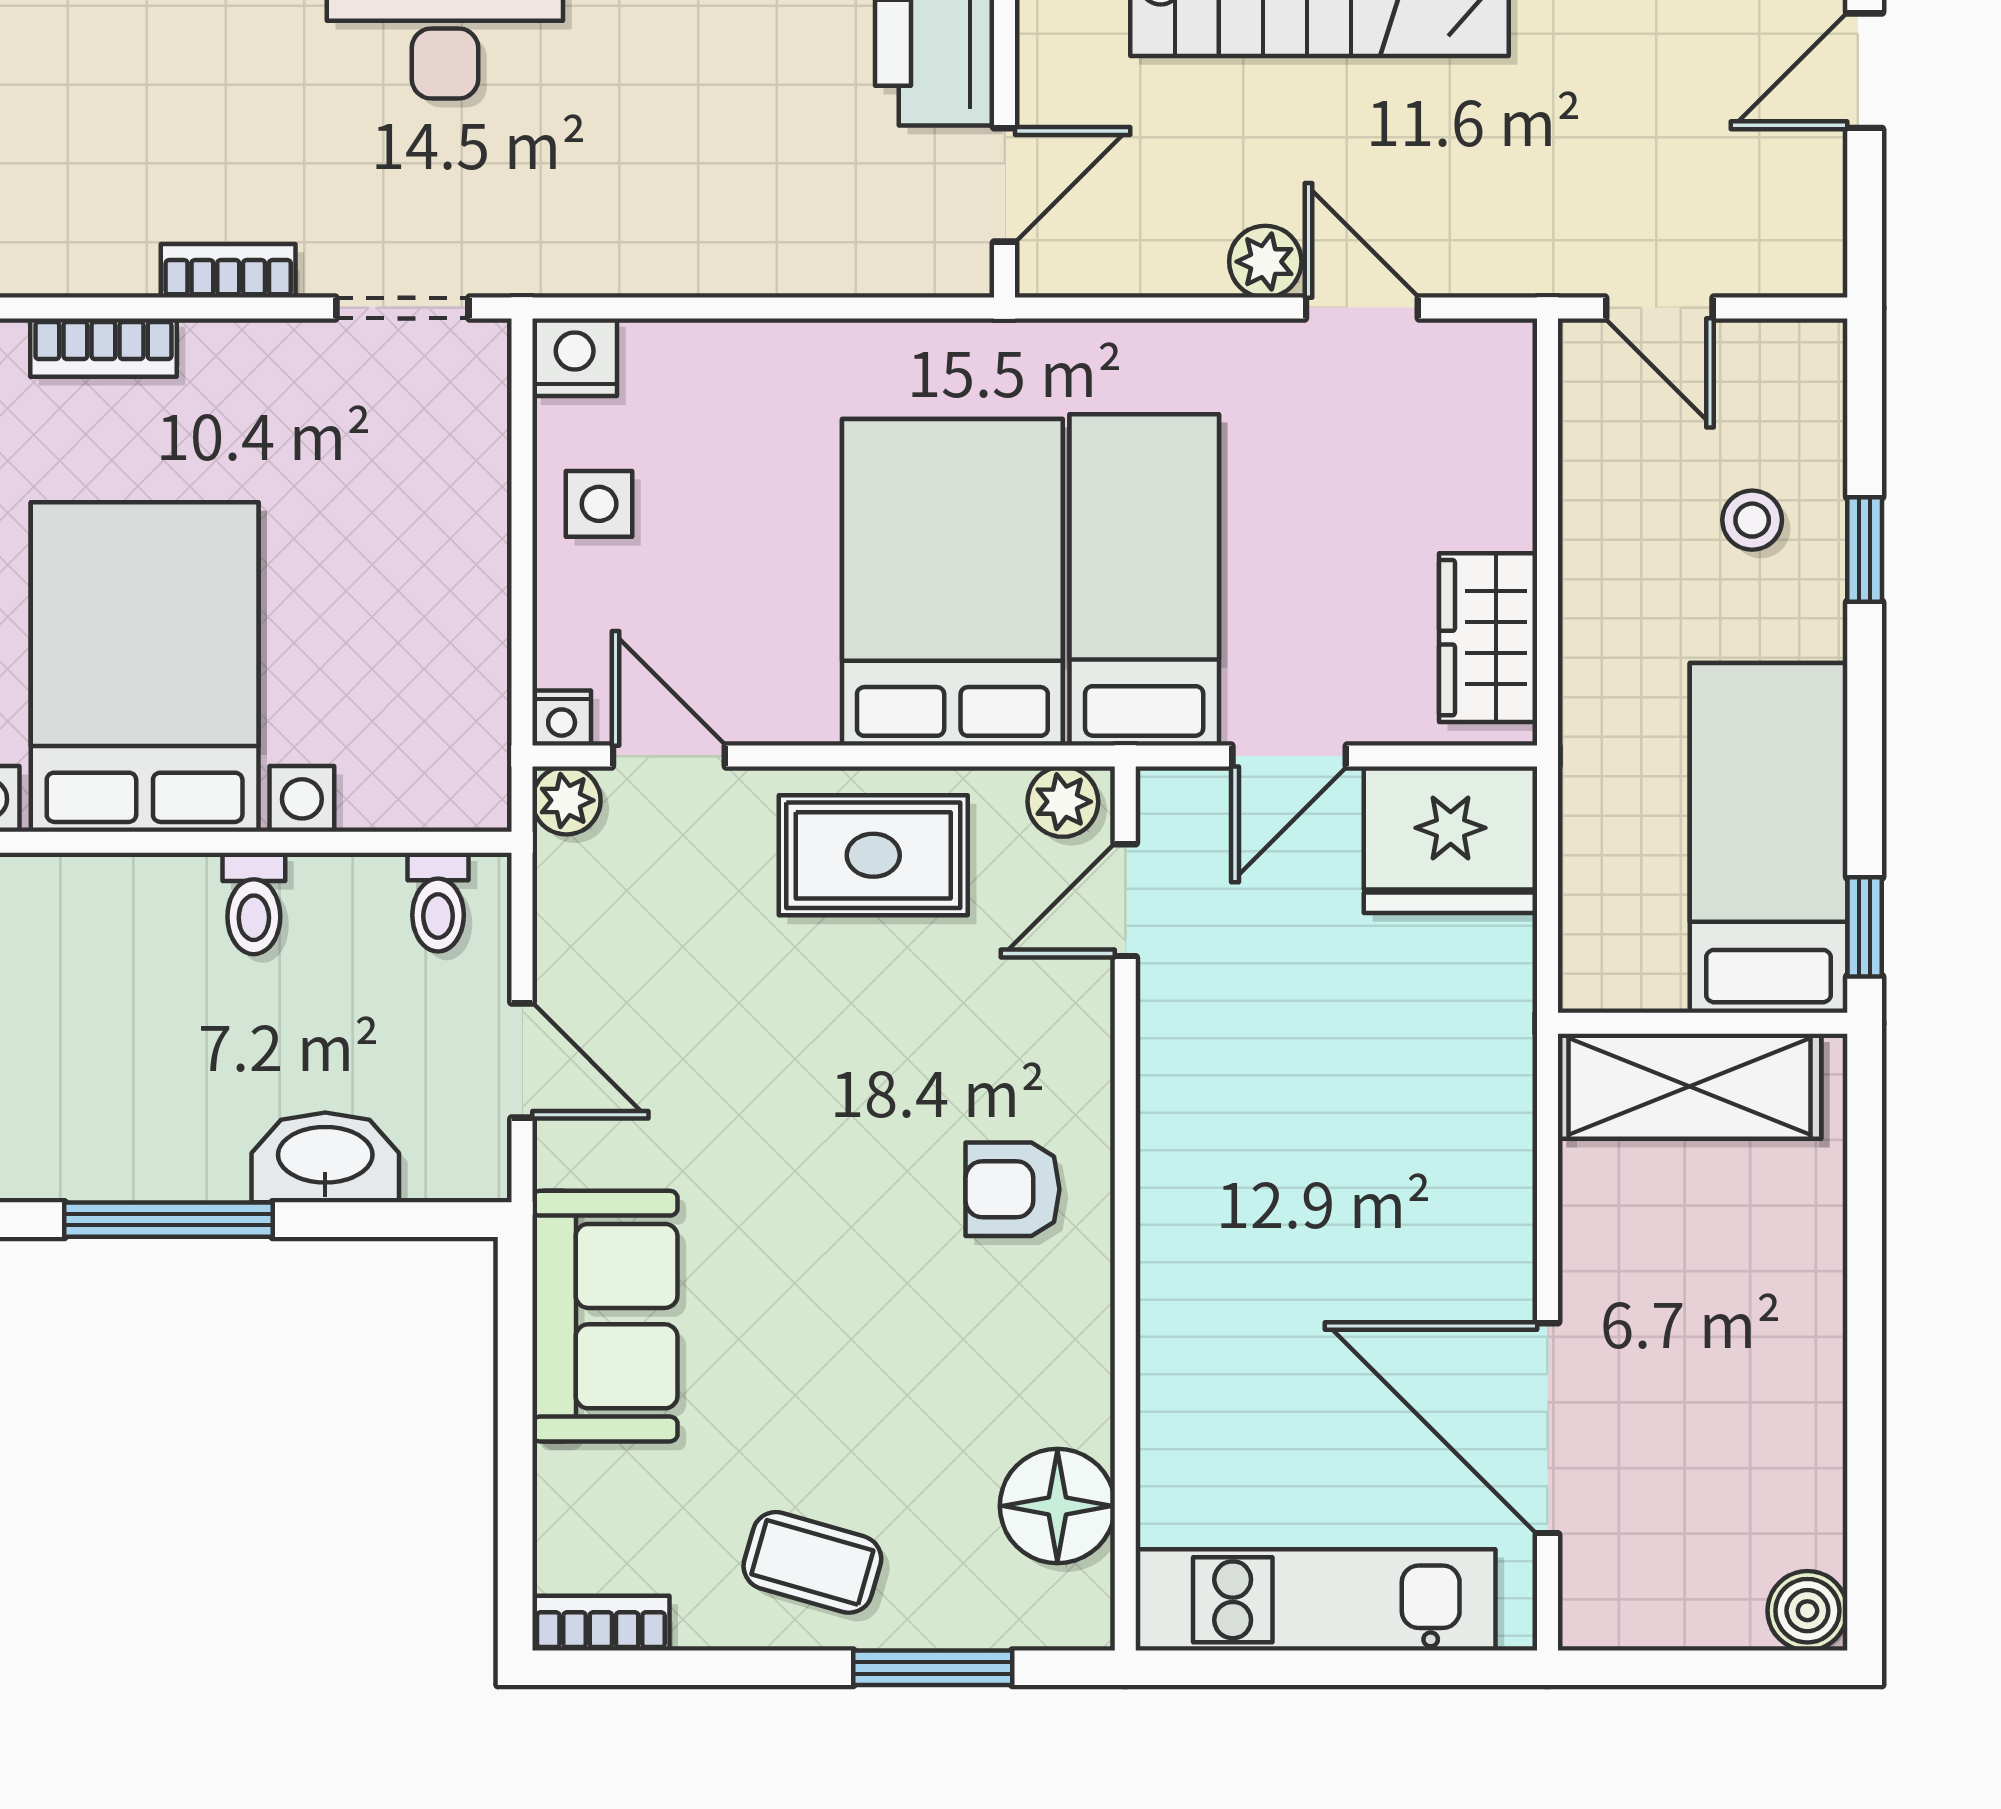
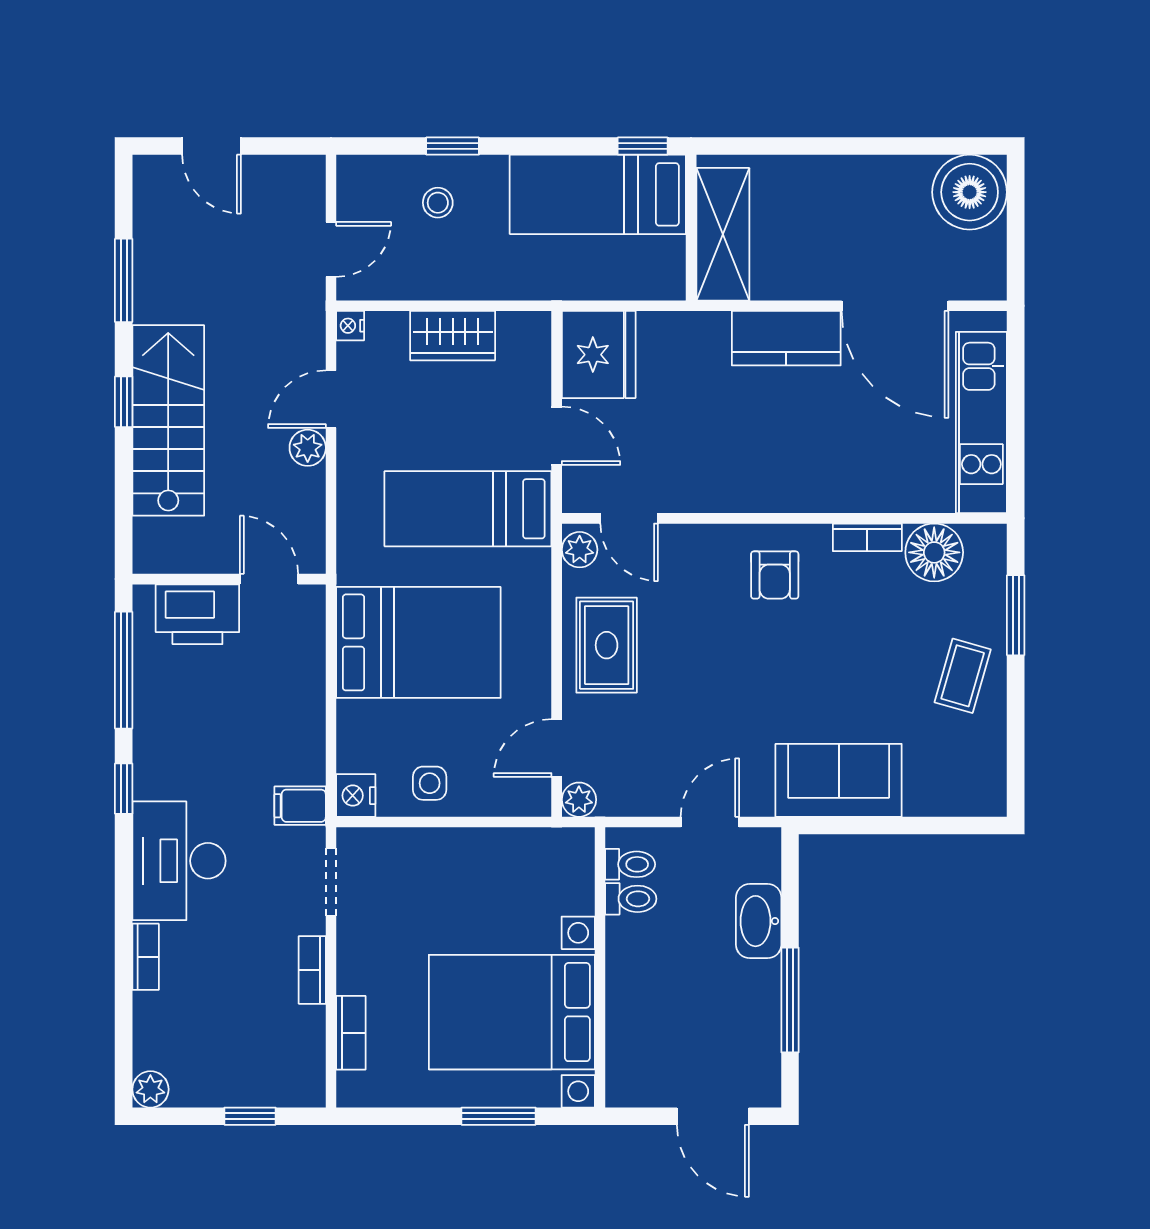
filing cabinet: (554, 247) -> (300, 806), added
bed: (952, 582) -> (418, 642), moved, turned 180
wardrobe: (1488, 638) -> (453, 336), moved
nightstand: (562, 718) -> (350, 326), moved, turned 180
toilet: (254, 903) -> (631, 899), moved
kitchen counter: (1483, 1212) -> (786, 338), added
door: (1547, 1428) -> (895, 306), hinge flipped
boiler: (1807, 1611) -> (970, 192), width x1.86, depth x1.86
bookcase: (601, 1623) -> (867, 537), moved, turned -90

